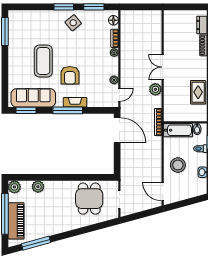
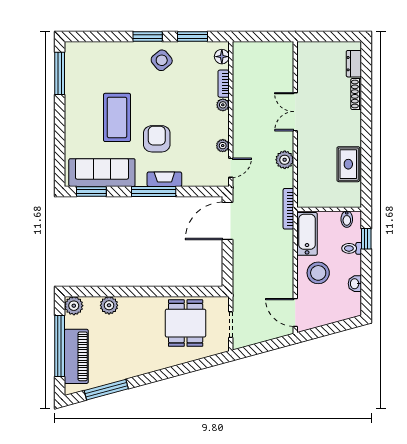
double door: (163, 67) -> (295, 112), moved
armchair: (70, 75) -> (157, 139), turned 180
door: (117, 130) -> (227, 221), swing flipped
bathtub: (178, 130) -> (307, 234), moved, turned -90

